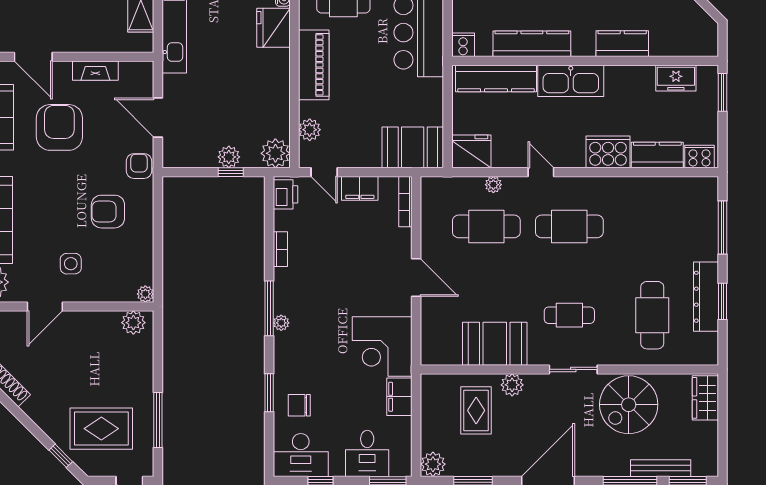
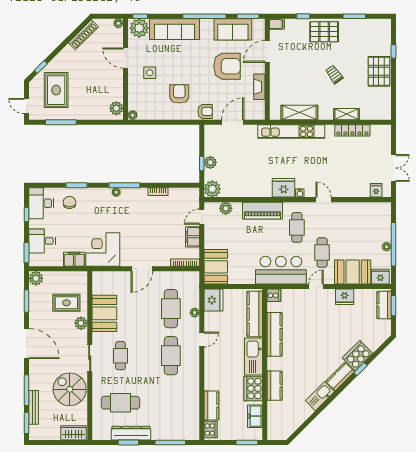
cooker: (608, 152) -> (253, 388), moved, turned 180
printer: (285, 194) -> (189, 195), removed

